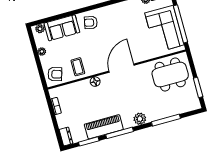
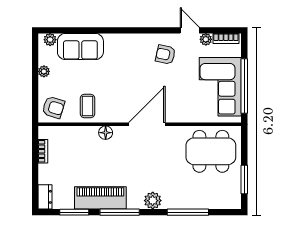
armchair: (91, 23) -> (165, 55), moved

